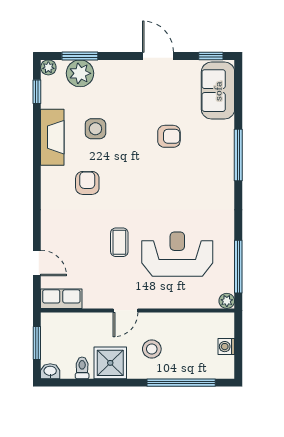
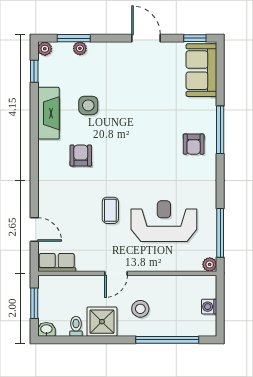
plant: (80, 73) -> (80, 48), width x0.53, depth x0.53
armchair: (169, 136) -> (194, 144), moved, turned 90

